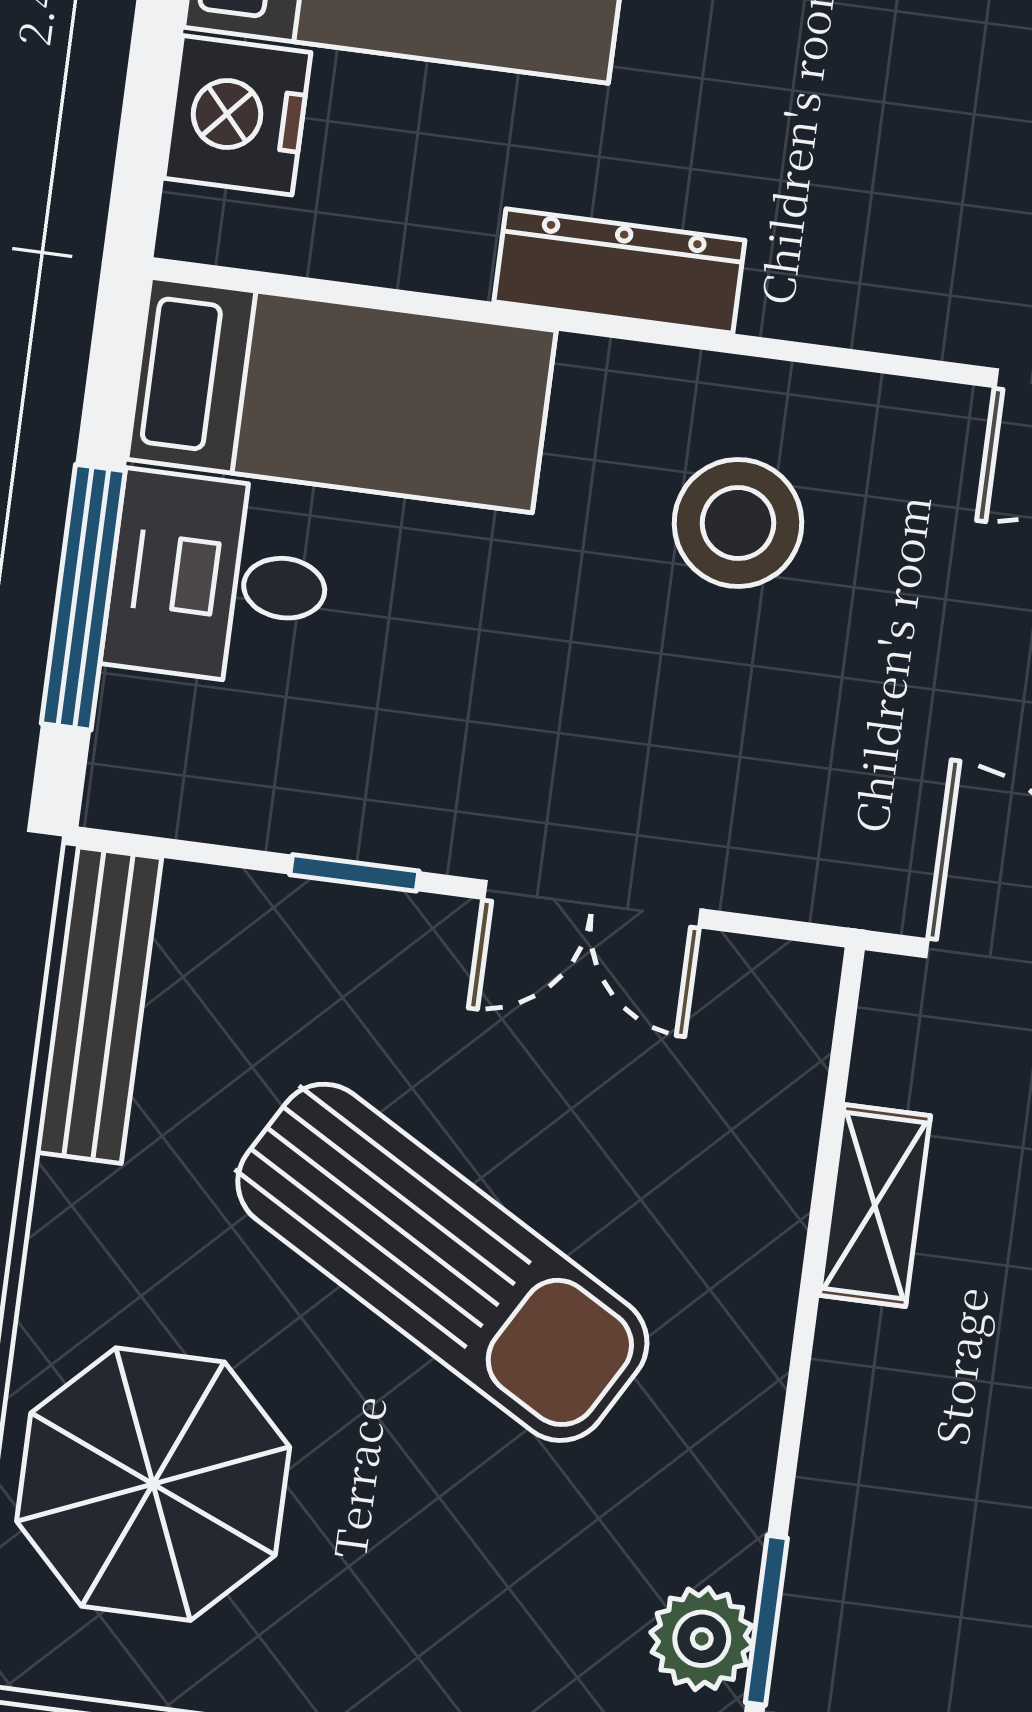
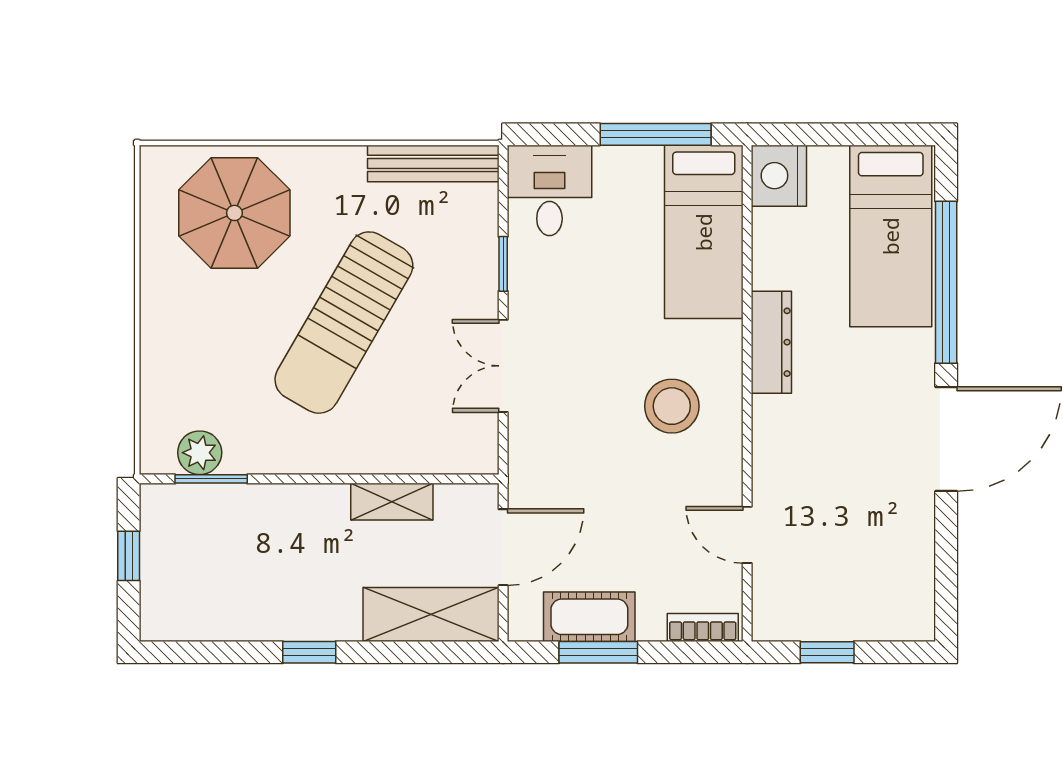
nightstand: (237, 115) -> (779, 176), moved, turned -90
desk: (219, 580) -> (549, 190), moved
window: (83, 597) -> (656, 134), moved

